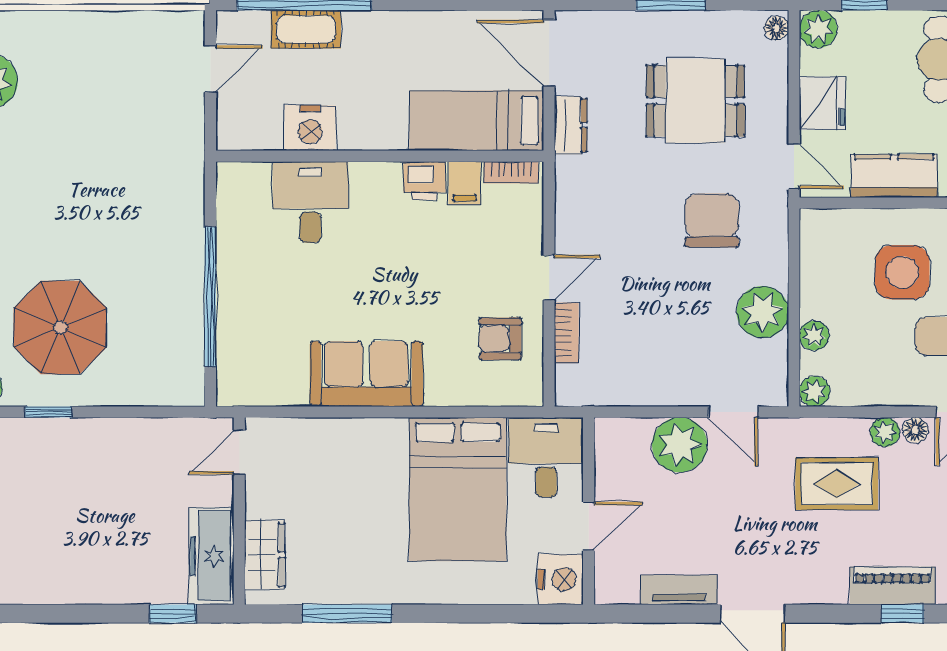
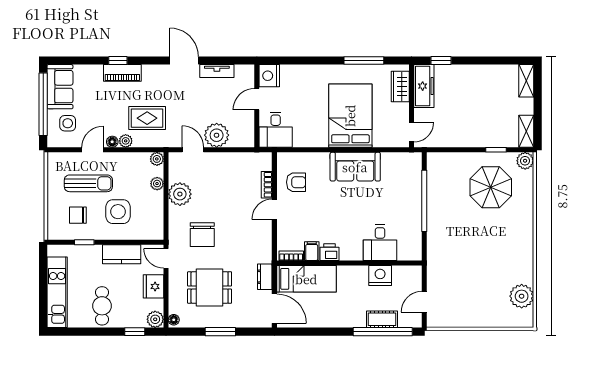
bed: (458, 489) -> (350, 116), moved

